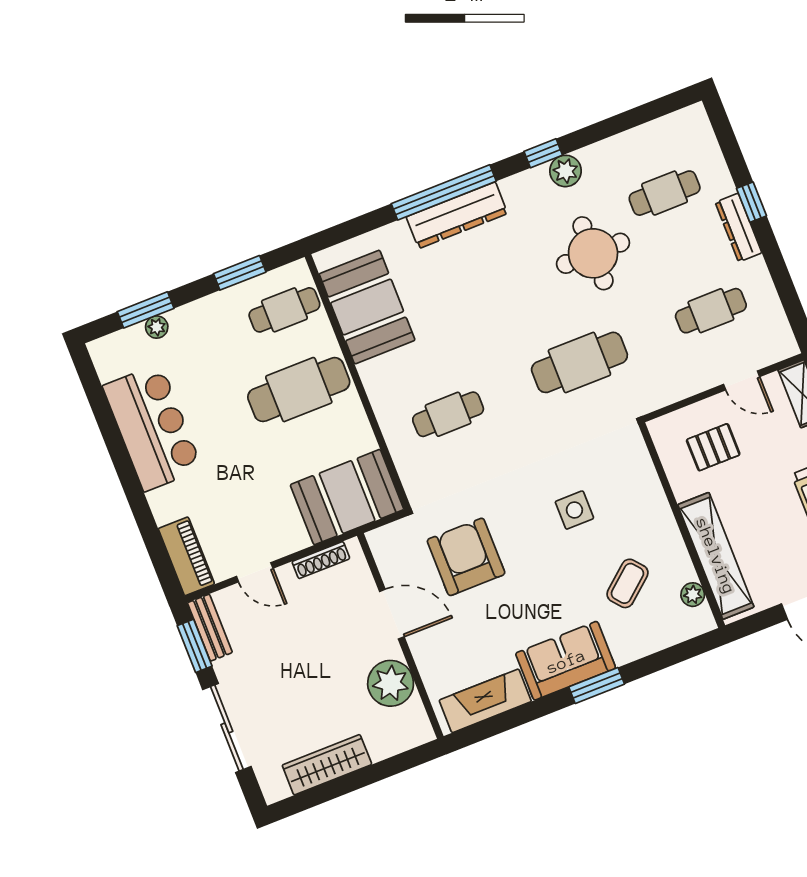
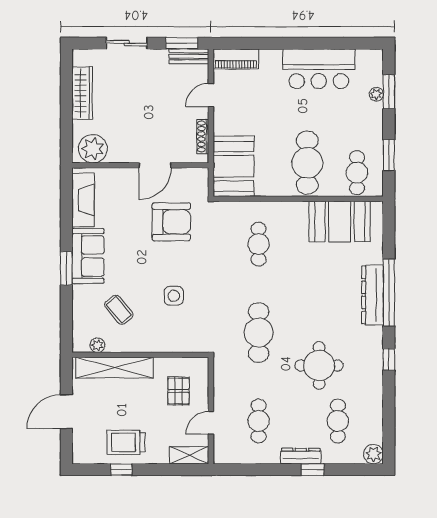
plant: (565, 171) -> (373, 454), moved
plant: (391, 683) -> (93, 149), moved
sliding door: (227, 728) -> (127, 43), width x0.73

